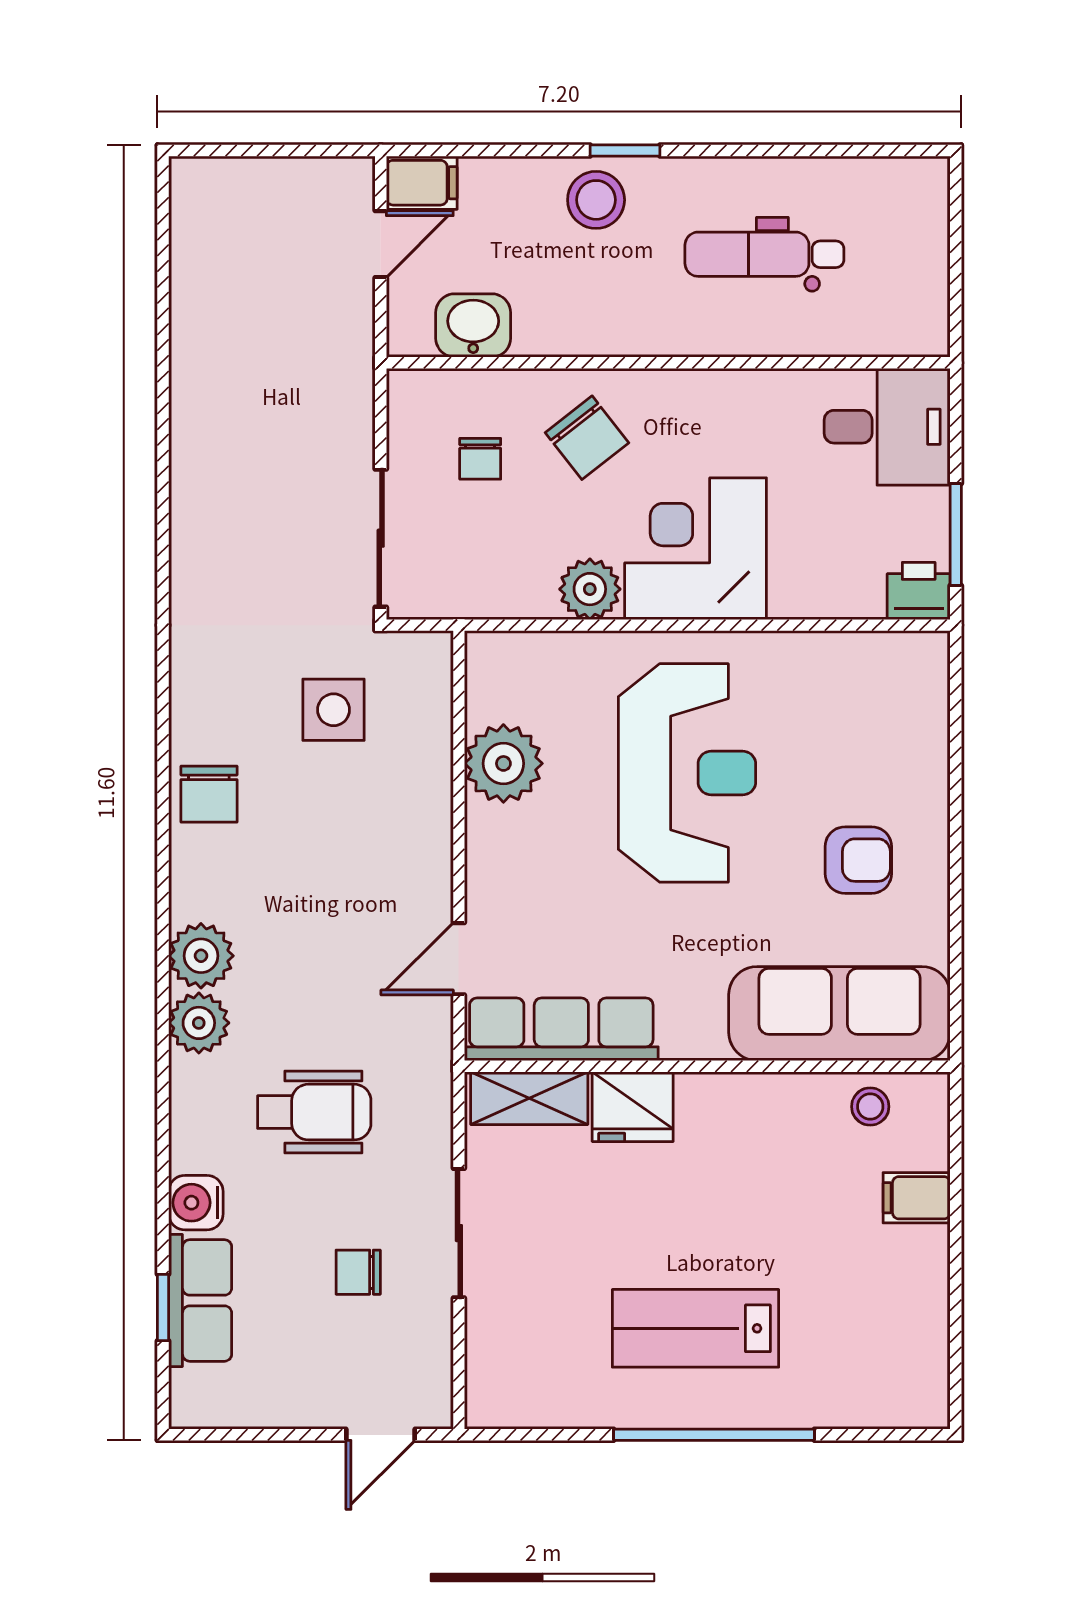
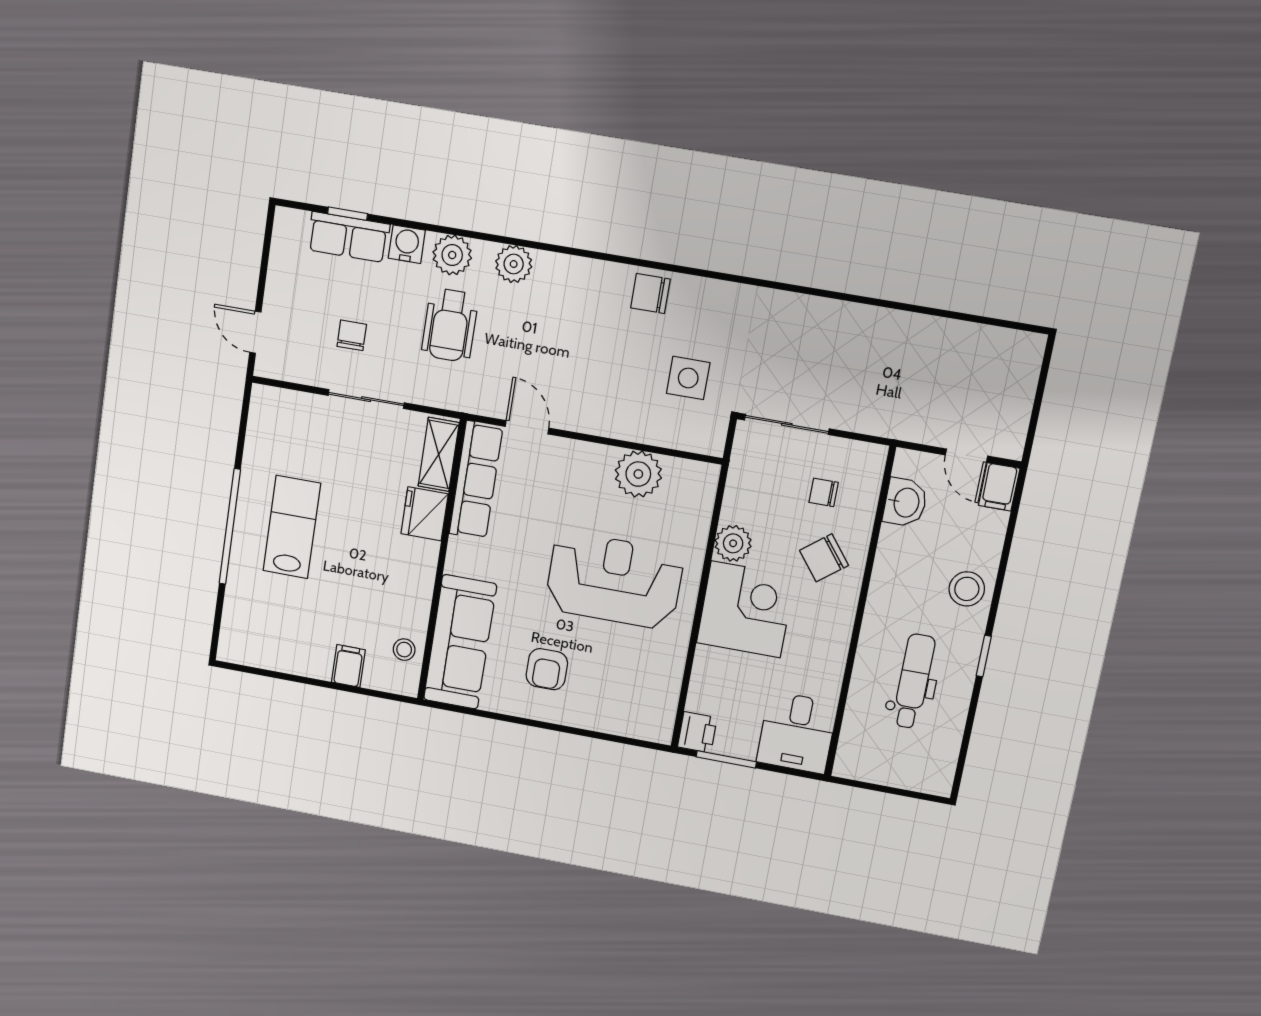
window: (625, 151) -> (984, 656), moved
reception desk: (687, 773) -> (614, 580), turned 180
plant: (201, 956) -> (452, 255), moved

